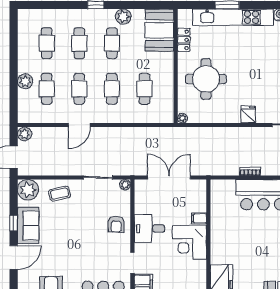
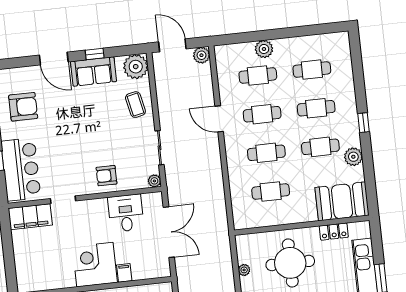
plant: (182, 118) -> (244, 270), moved
desk: (149, 229) -> (126, 213), moved

